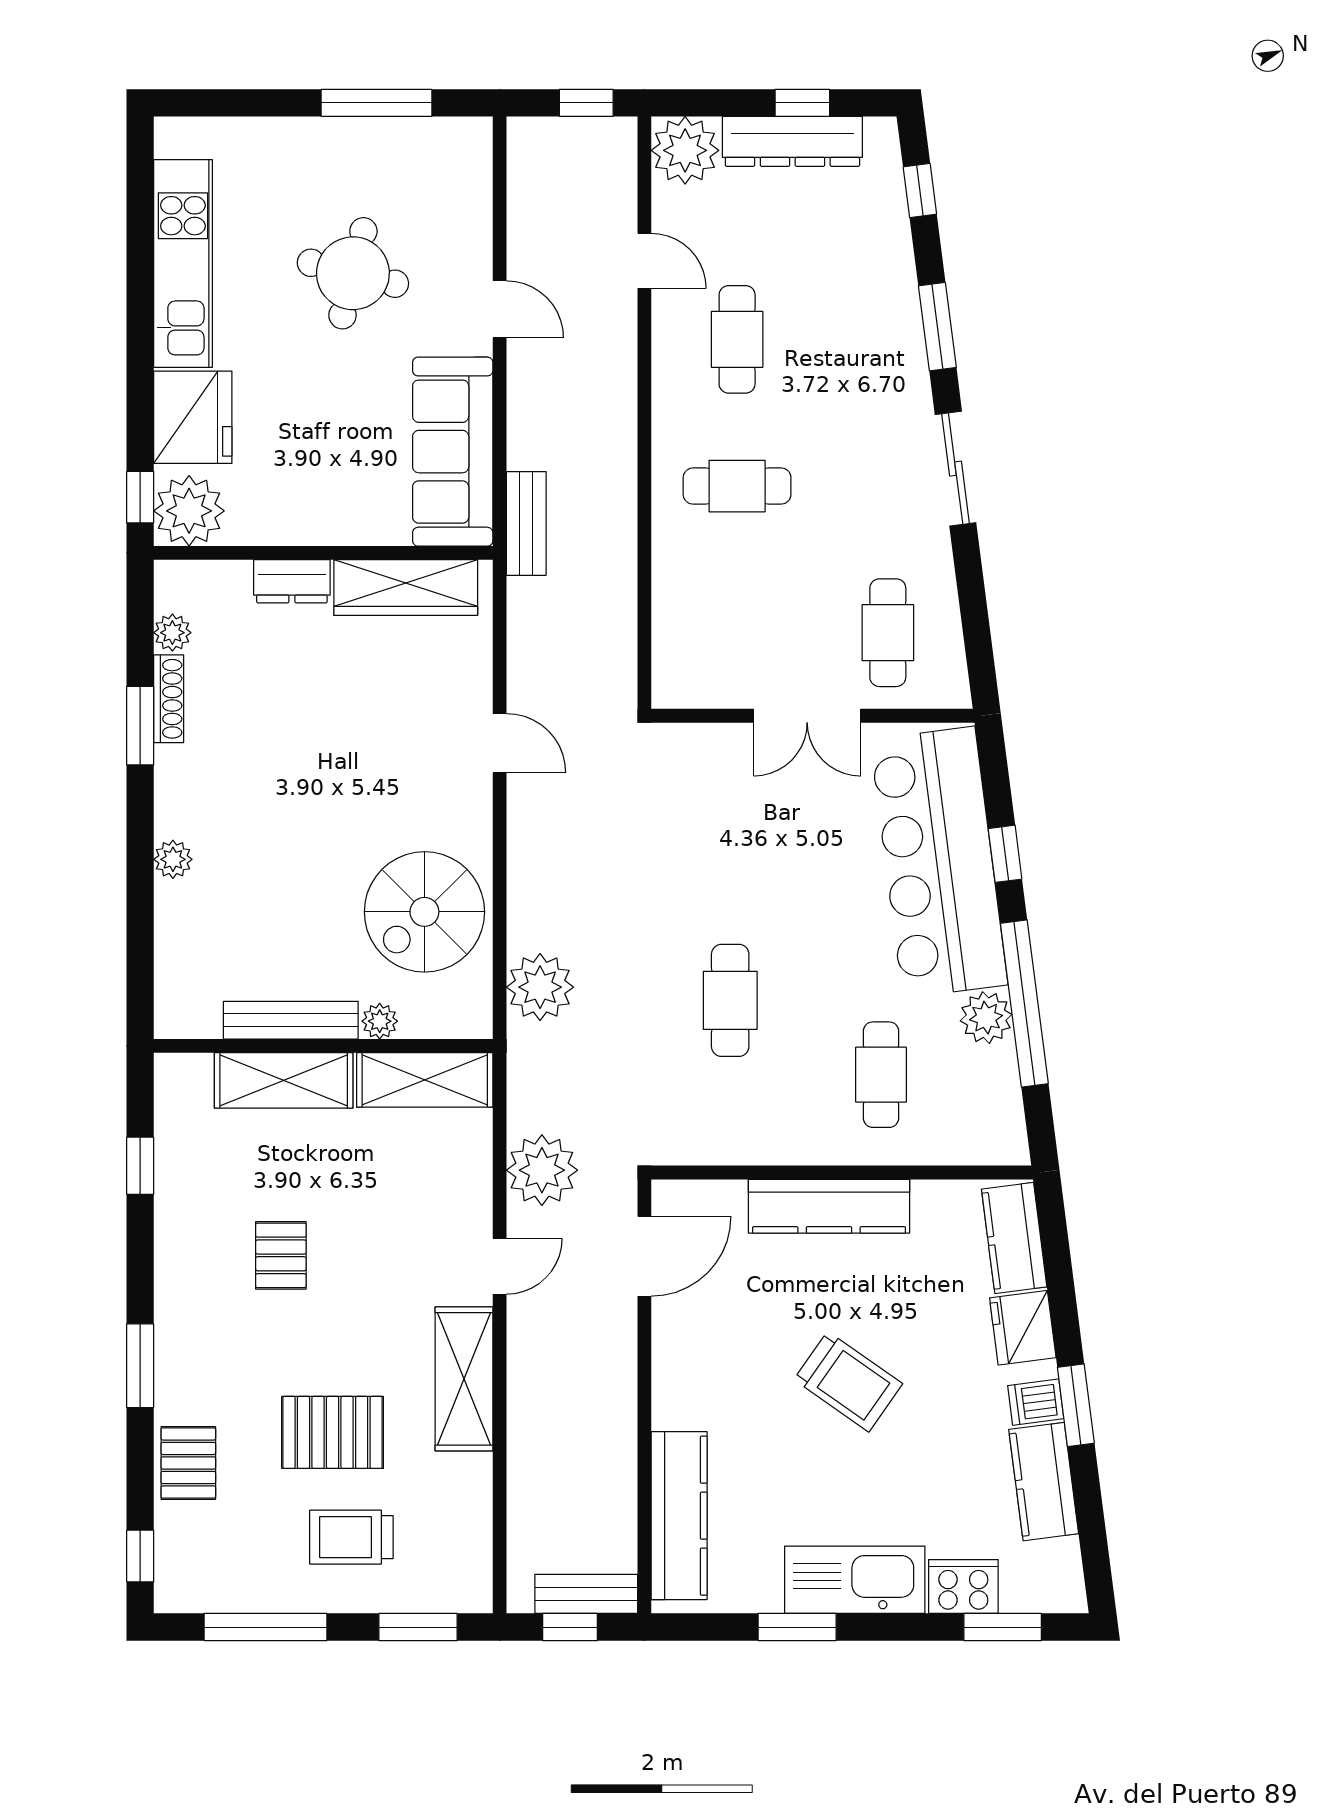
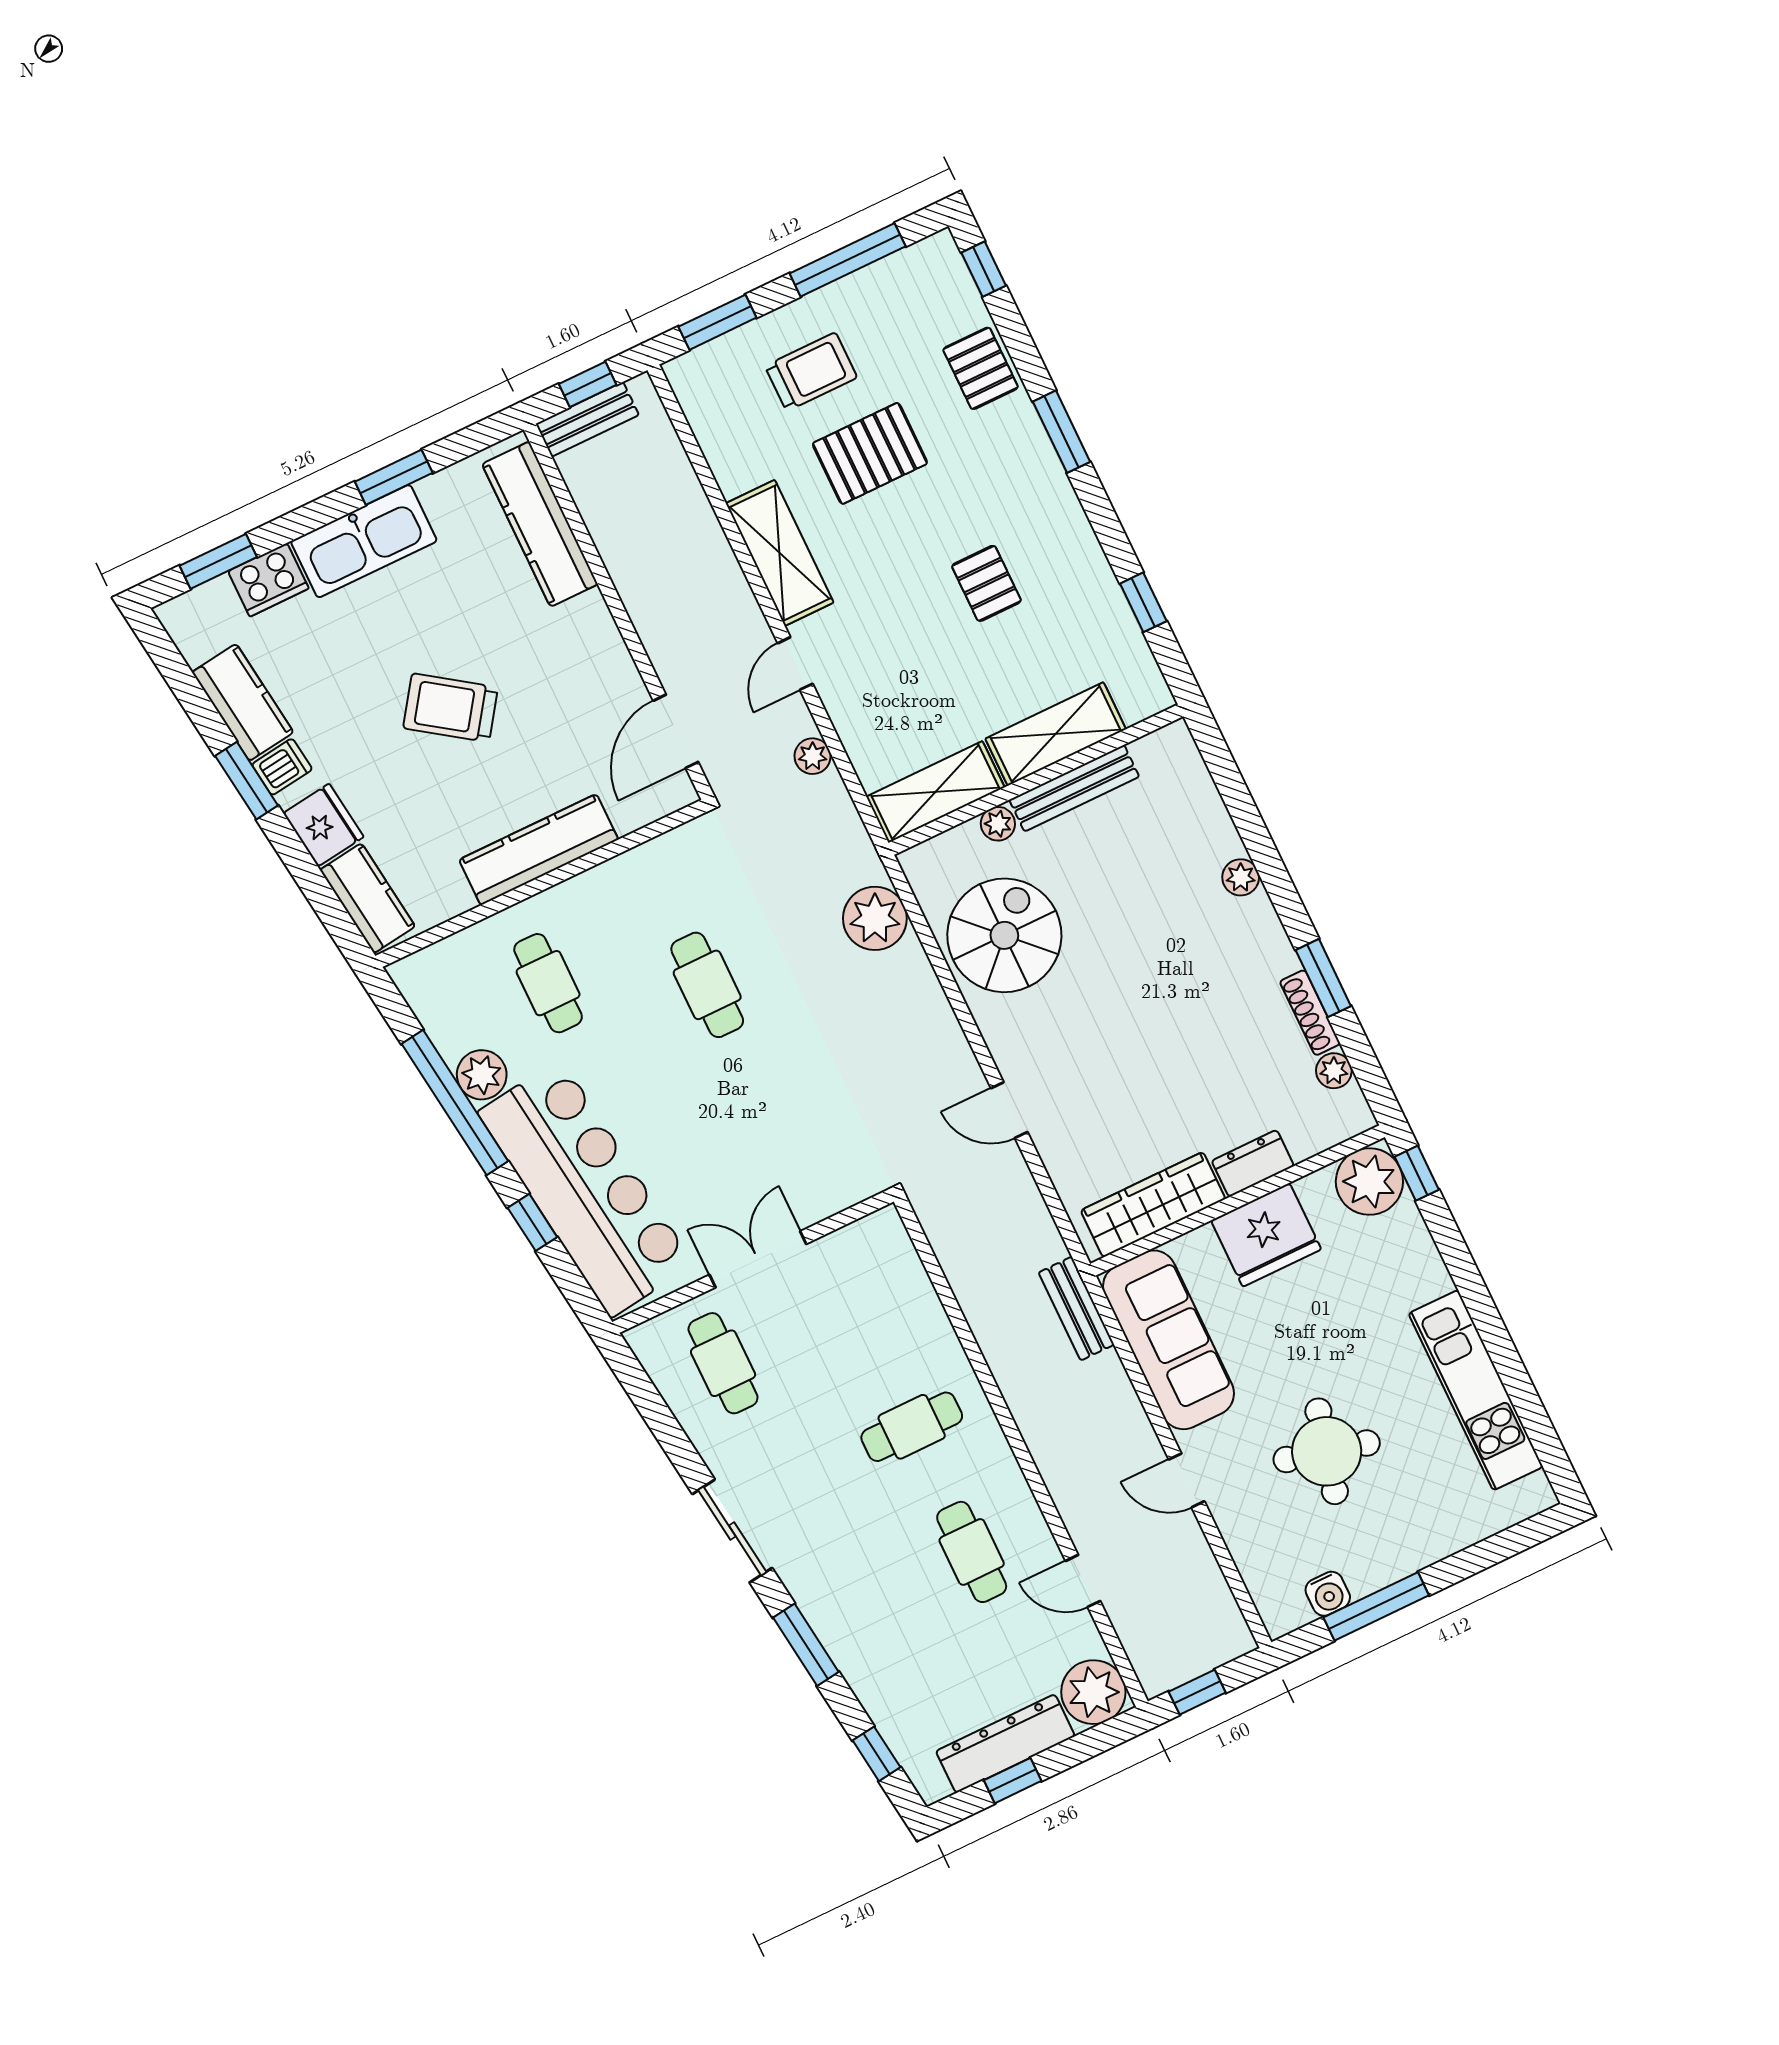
water cooler: (417, 137) -> (1328, 1594), added
fridge: (193, 417) -> (1266, 1235), moved, turned -90
plant: (542, 1170) -> (813, 756), width x0.53, depth x0.53

